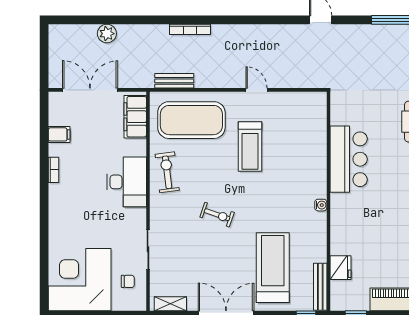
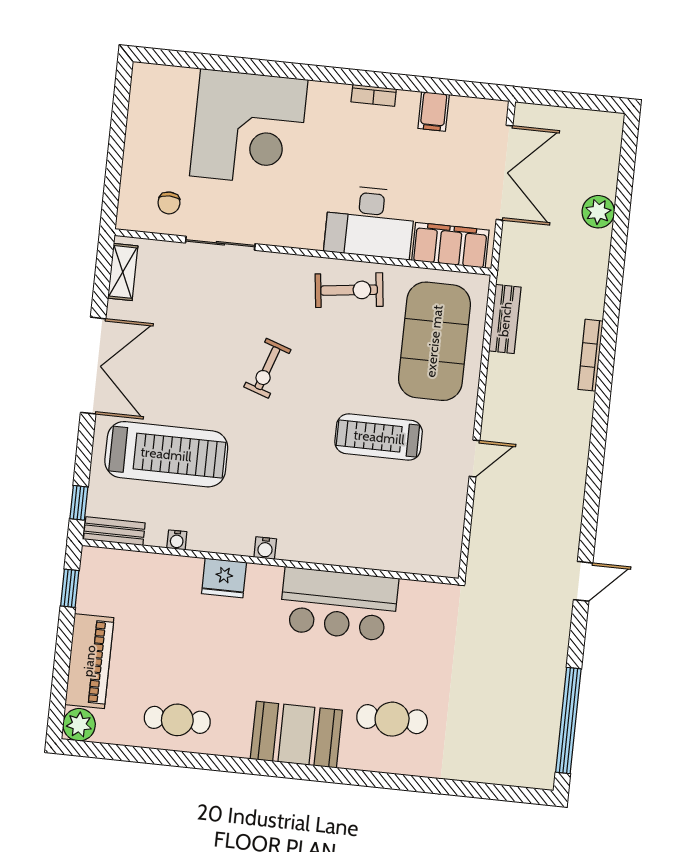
desk: (127, 182) -> (370, 222), moved
water cooler: (321, 256) -> (177, 540), added
fridge: (340, 268) -> (224, 578), moved
corner desk: (80, 280) -> (249, 128), moved, turned 90
bench: (320, 287) -> (114, 531), width x0.73

